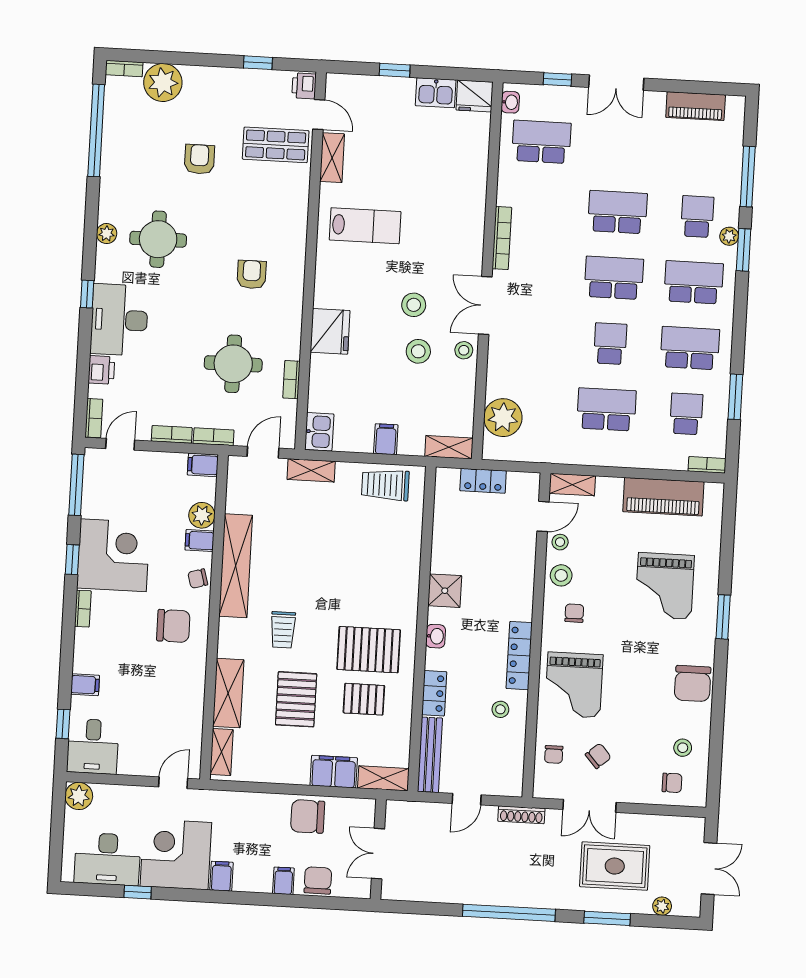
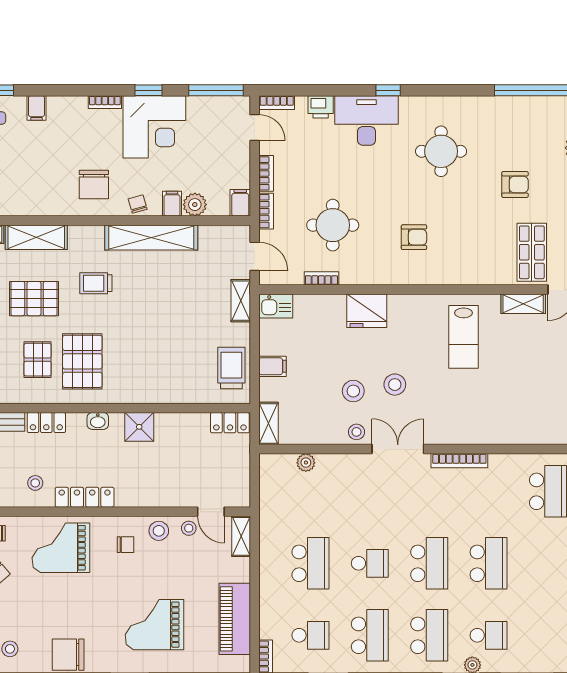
plant: (107, 234) -> (444, 105), removed
plant: (503, 418) -> (306, 463), width x0.53, depth x0.53
locker: (483, 481) -> (230, 423), moved, turned -90

